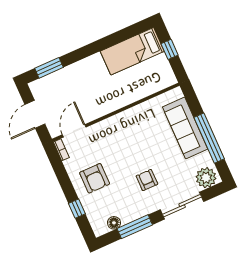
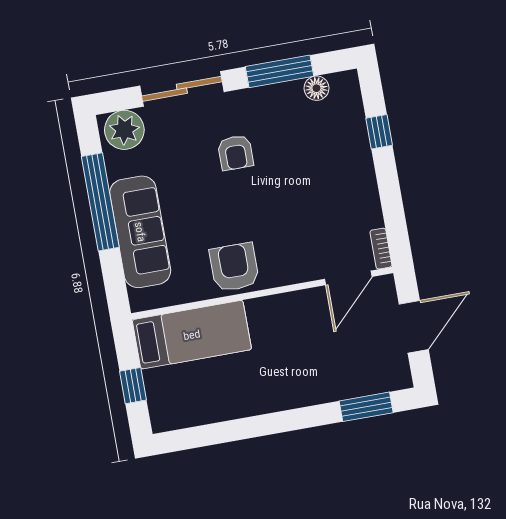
bed: (132, 51) -> (192, 335), moved
armchair: (95, 178) -> (234, 267), moved

